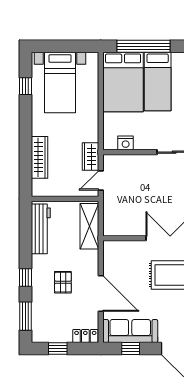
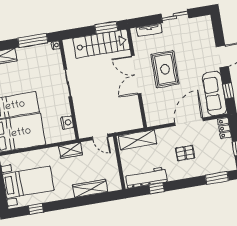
wardrobe: (90, 157) -> (71, 150), moved
window: (26, 277) -> (157, 188), moved

